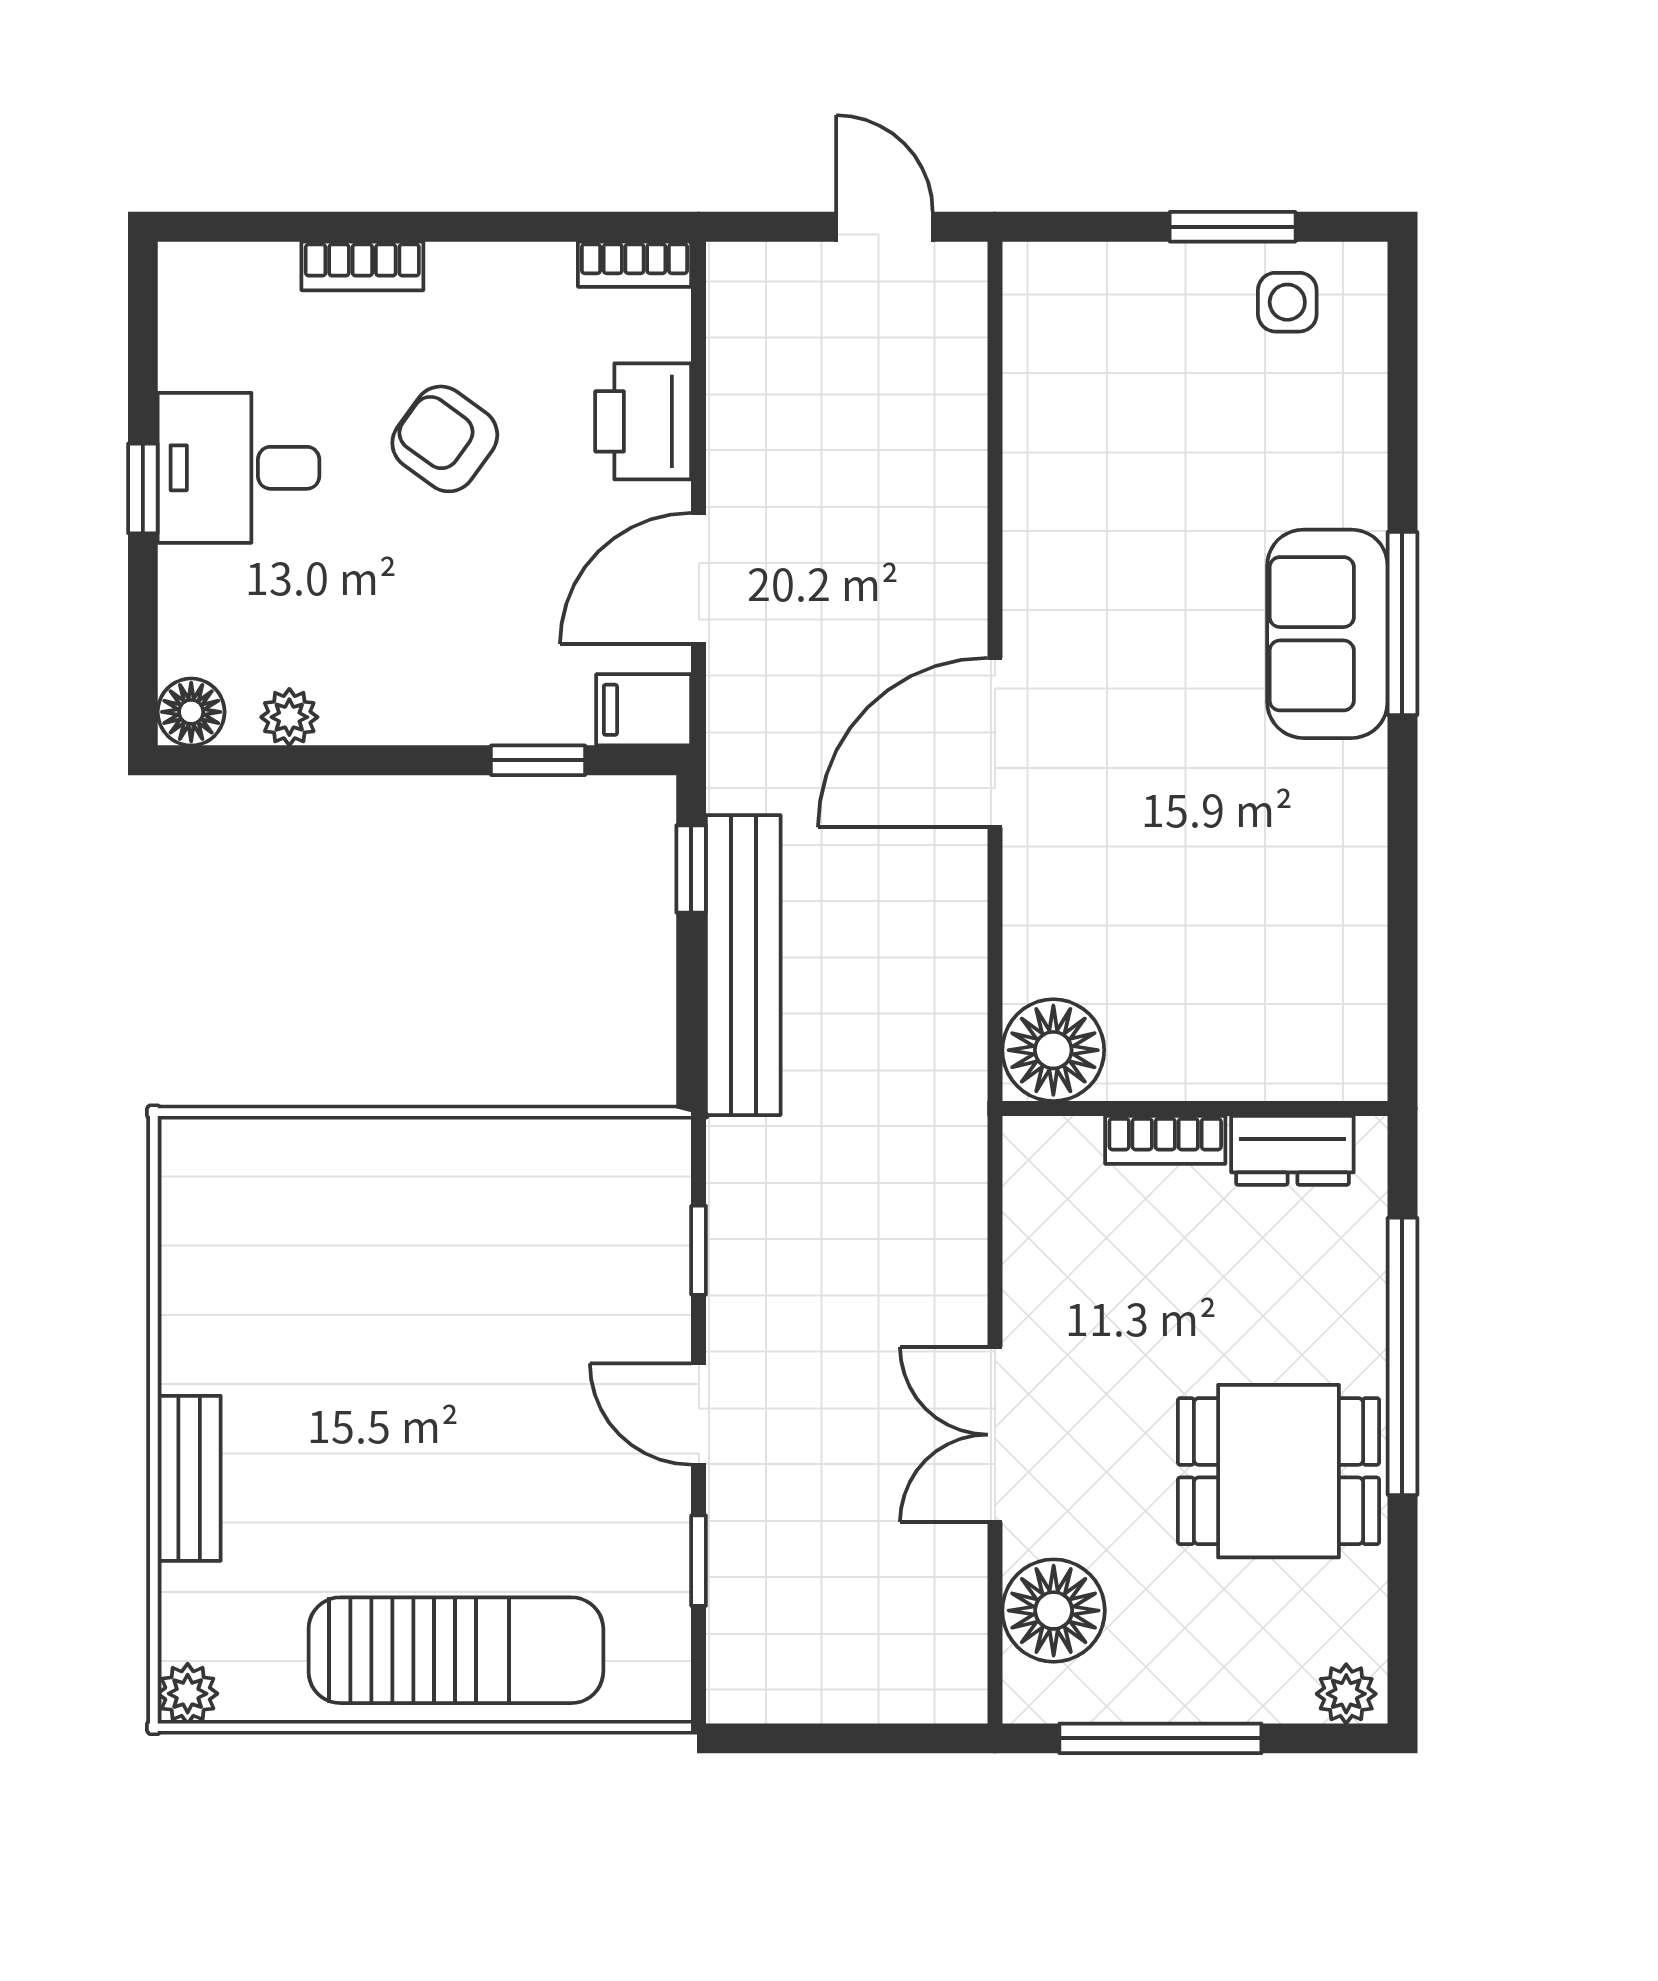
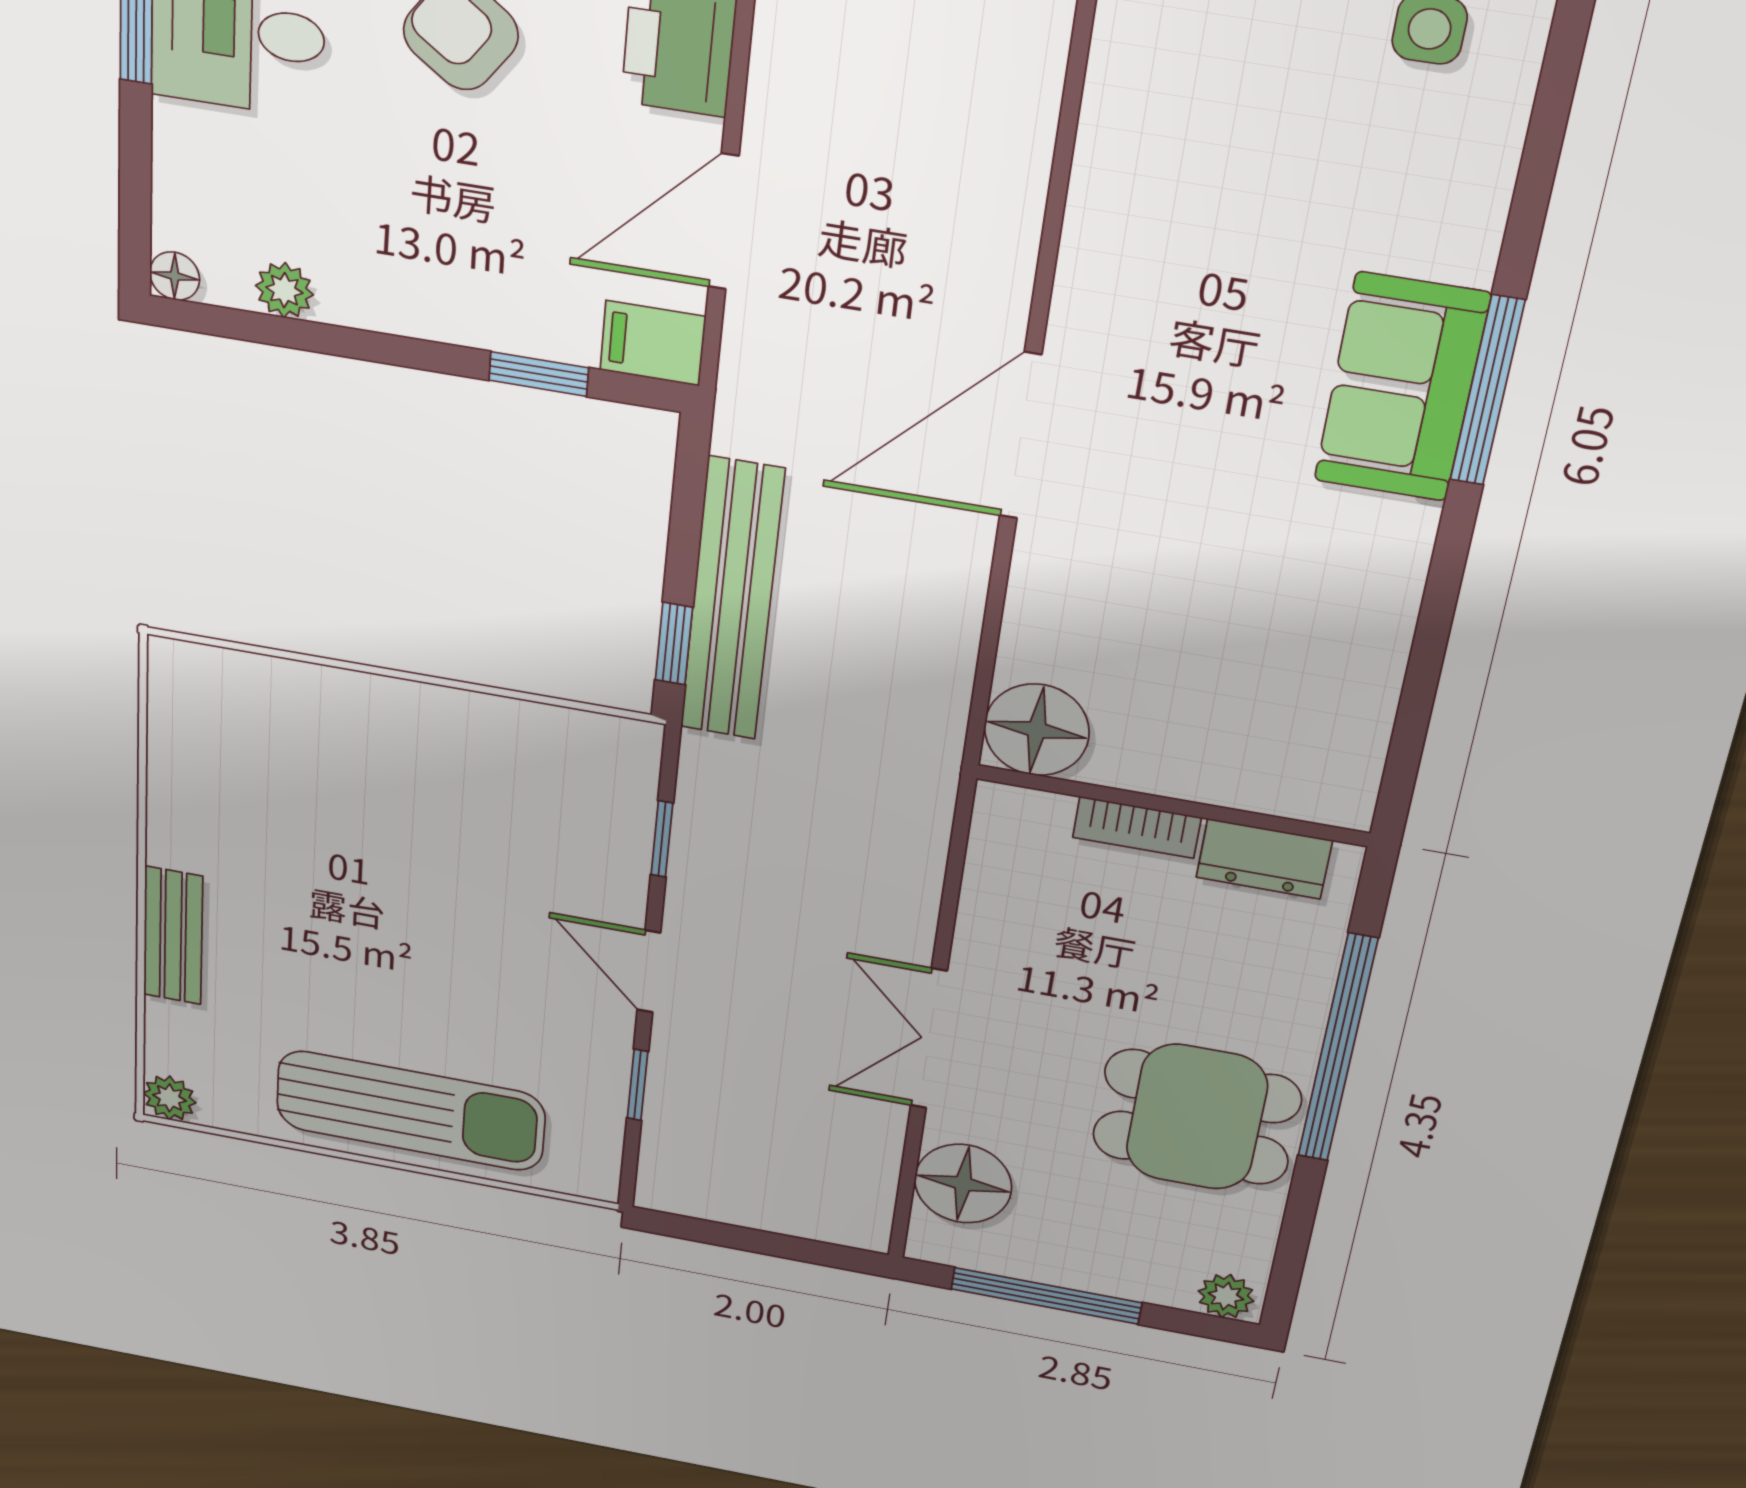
floor lamp: (191, 712) -> (175, 276), width x0.73, depth x0.73
window: (691, 869) -> (674, 644), moved

